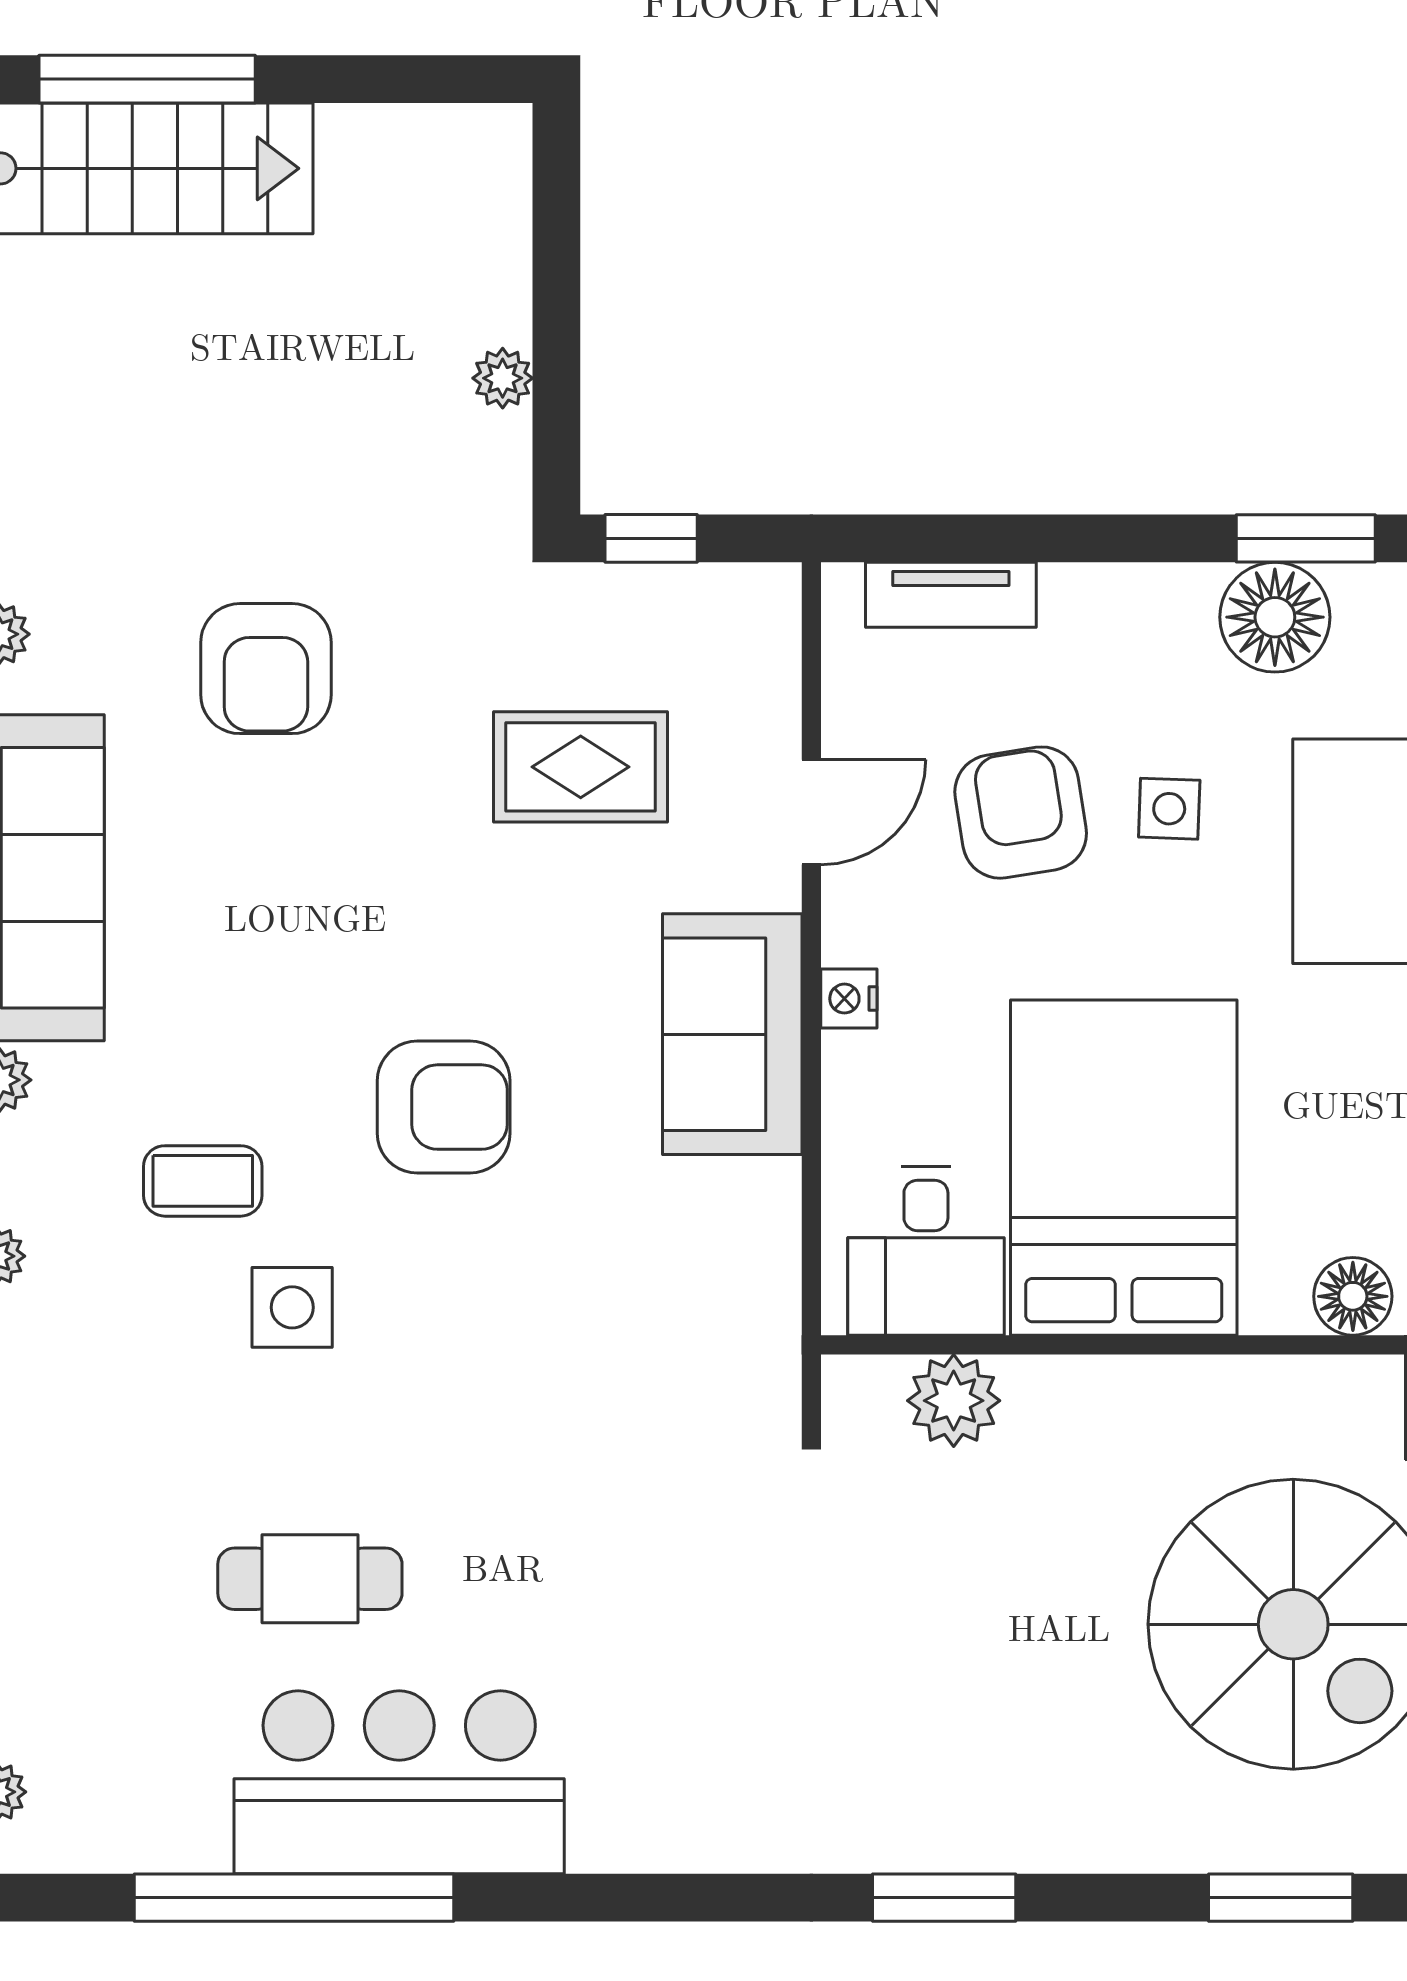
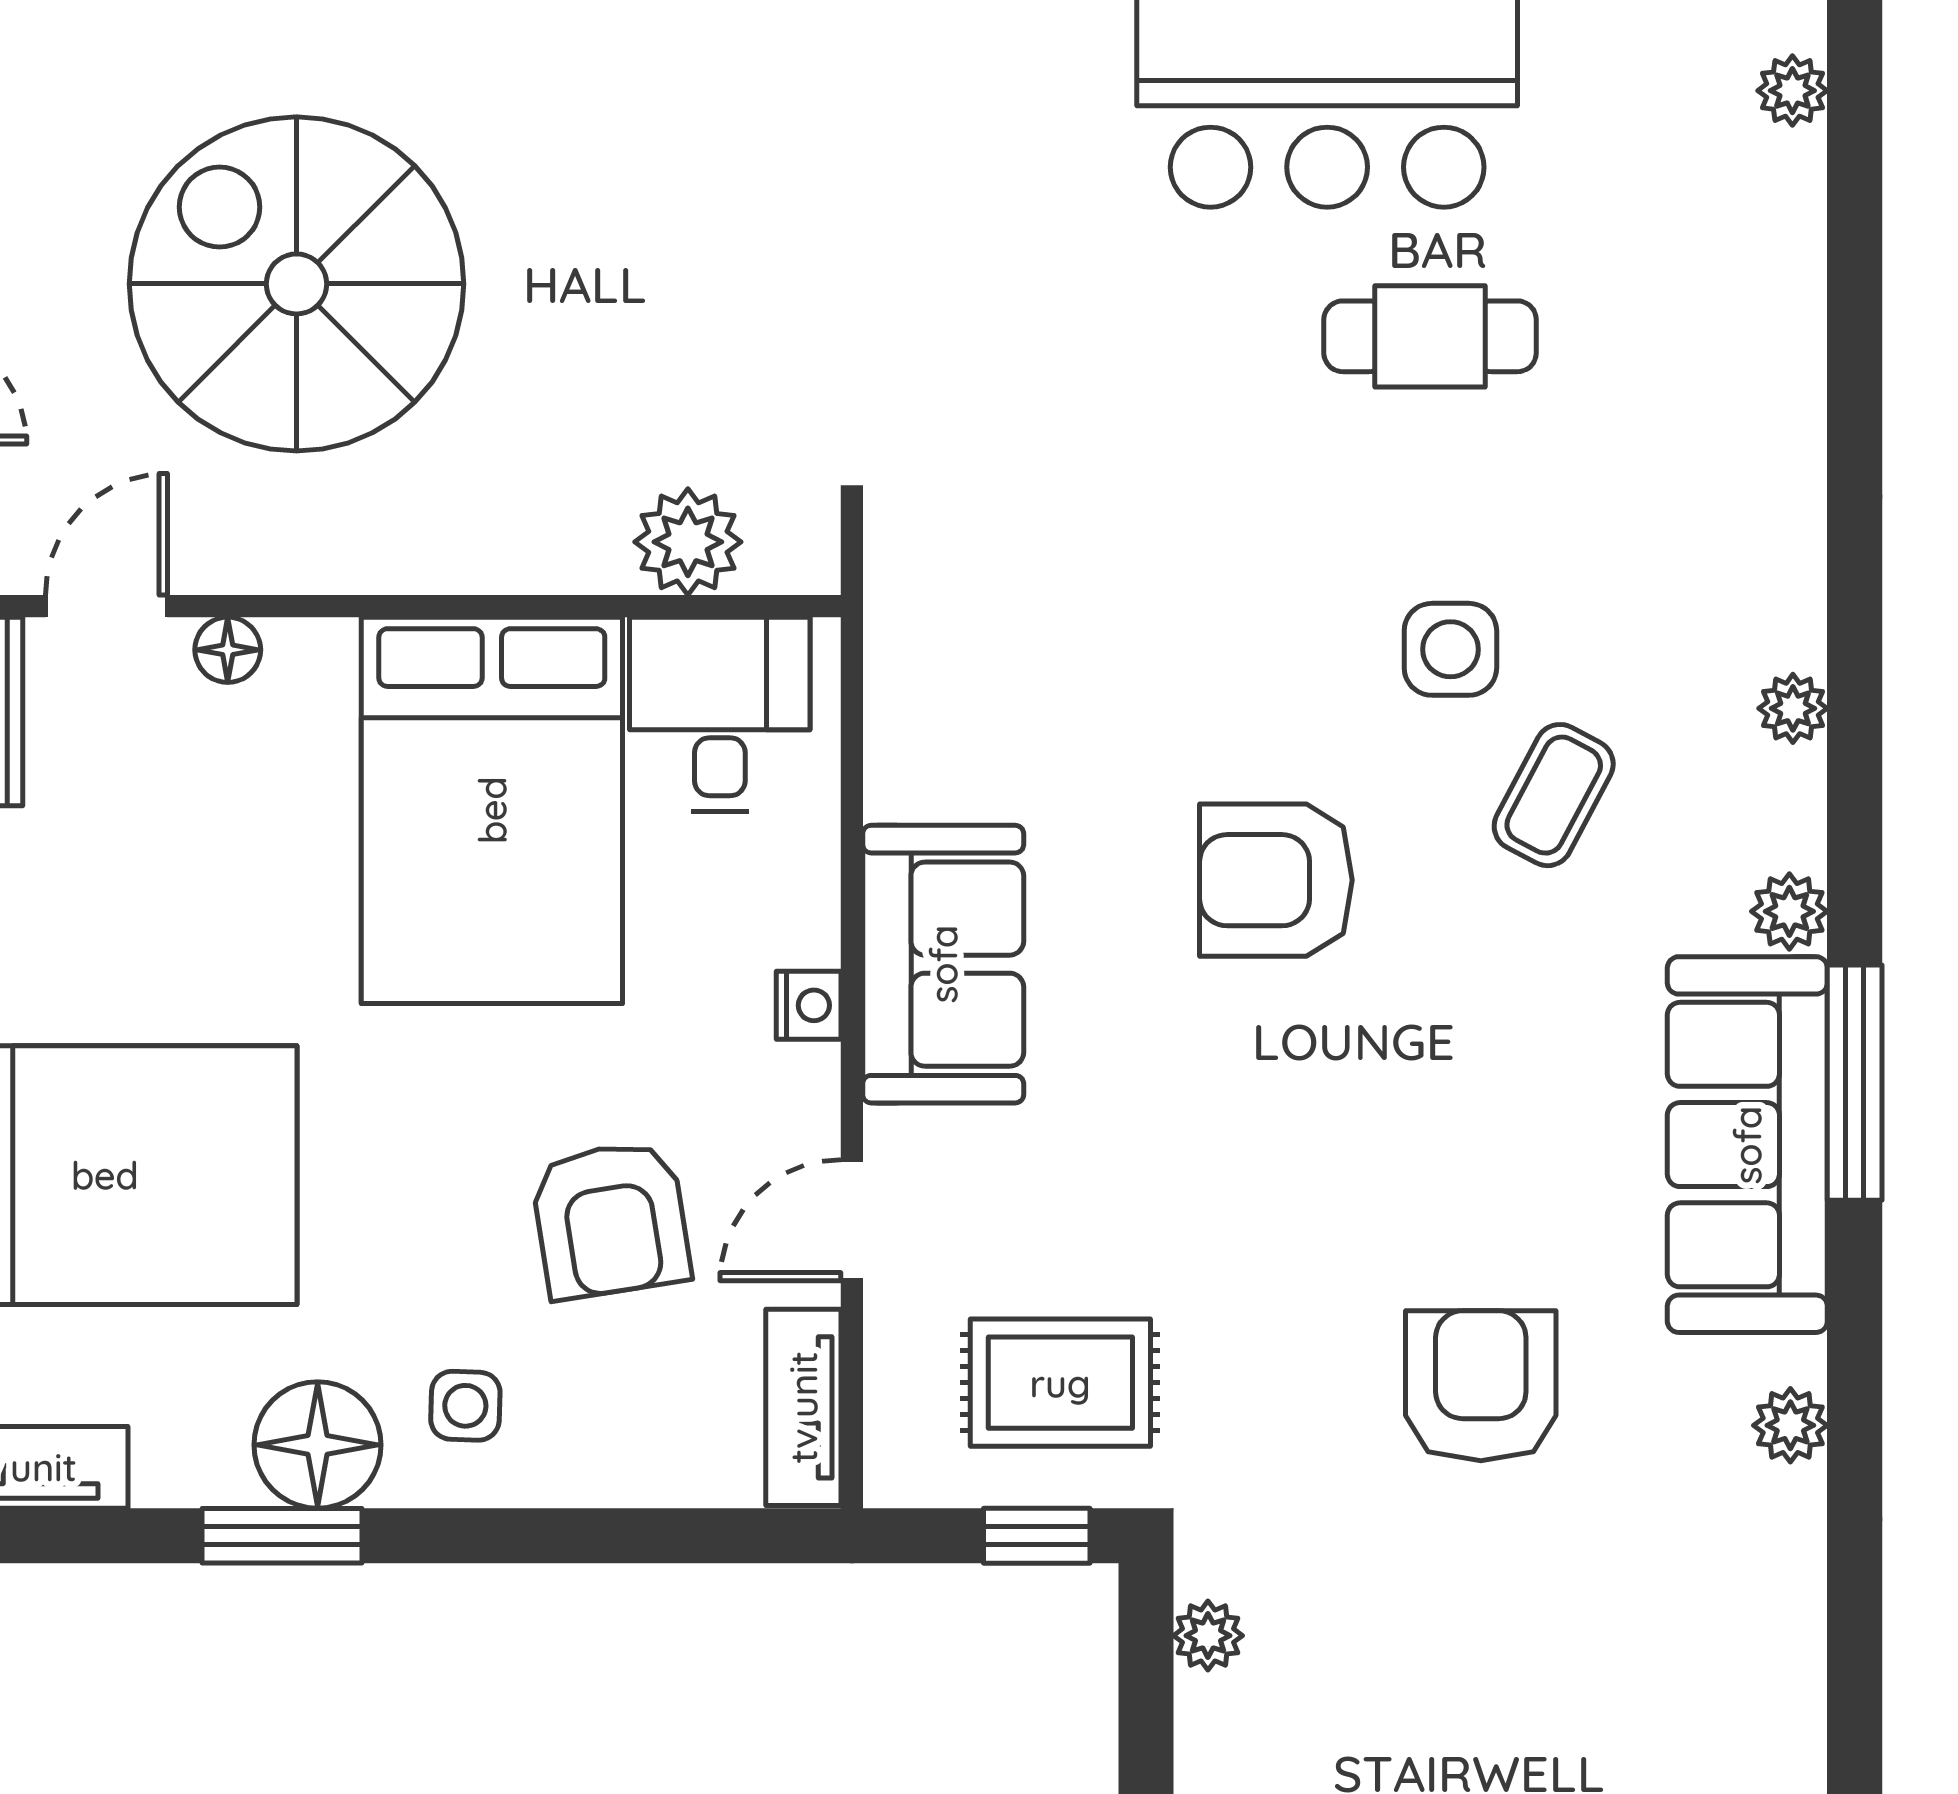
plant: (503, 378) -> (1208, 1636), moved
tv unit: (951, 595) -> (803, 1407), moved, turned -90
rug: (581, 767) -> (1060, 1383), moved
side table: (1169, 809) -> (465, 1406), moved
coffee table: (203, 1181) -> (1554, 795), turned -62
floor lamp: (1353, 1296) -> (228, 650), width x0.73, depth x0.73

